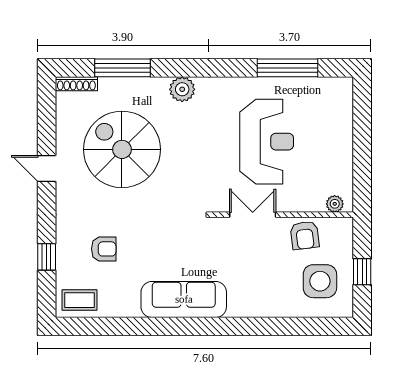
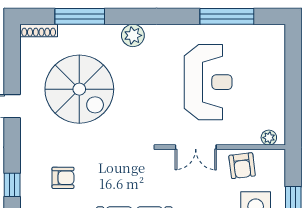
spiral stairs: (122, 149) -> (79, 89), turned 180
double door: (253, 215) -> (196, 147), swing flipped

